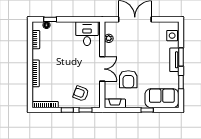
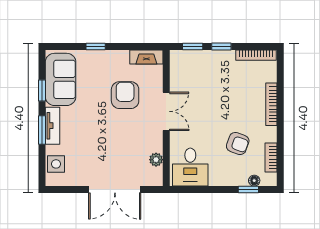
double door: (102, 69) -> (166, 111), swing flipped
armchair: (81, 93) -> (238, 144), moved
sofa: (162, 98) -> (61, 79), moved, turned -90

